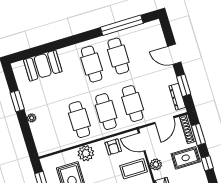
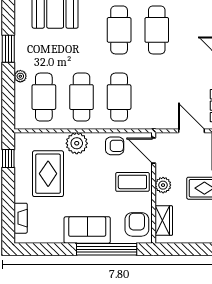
cafe table: (133, 104) -> (44, 97), moved
door: (164, 120) -> (191, 131), swing flipped
armchair: (113, 147) -> (115, 146), turned -90

